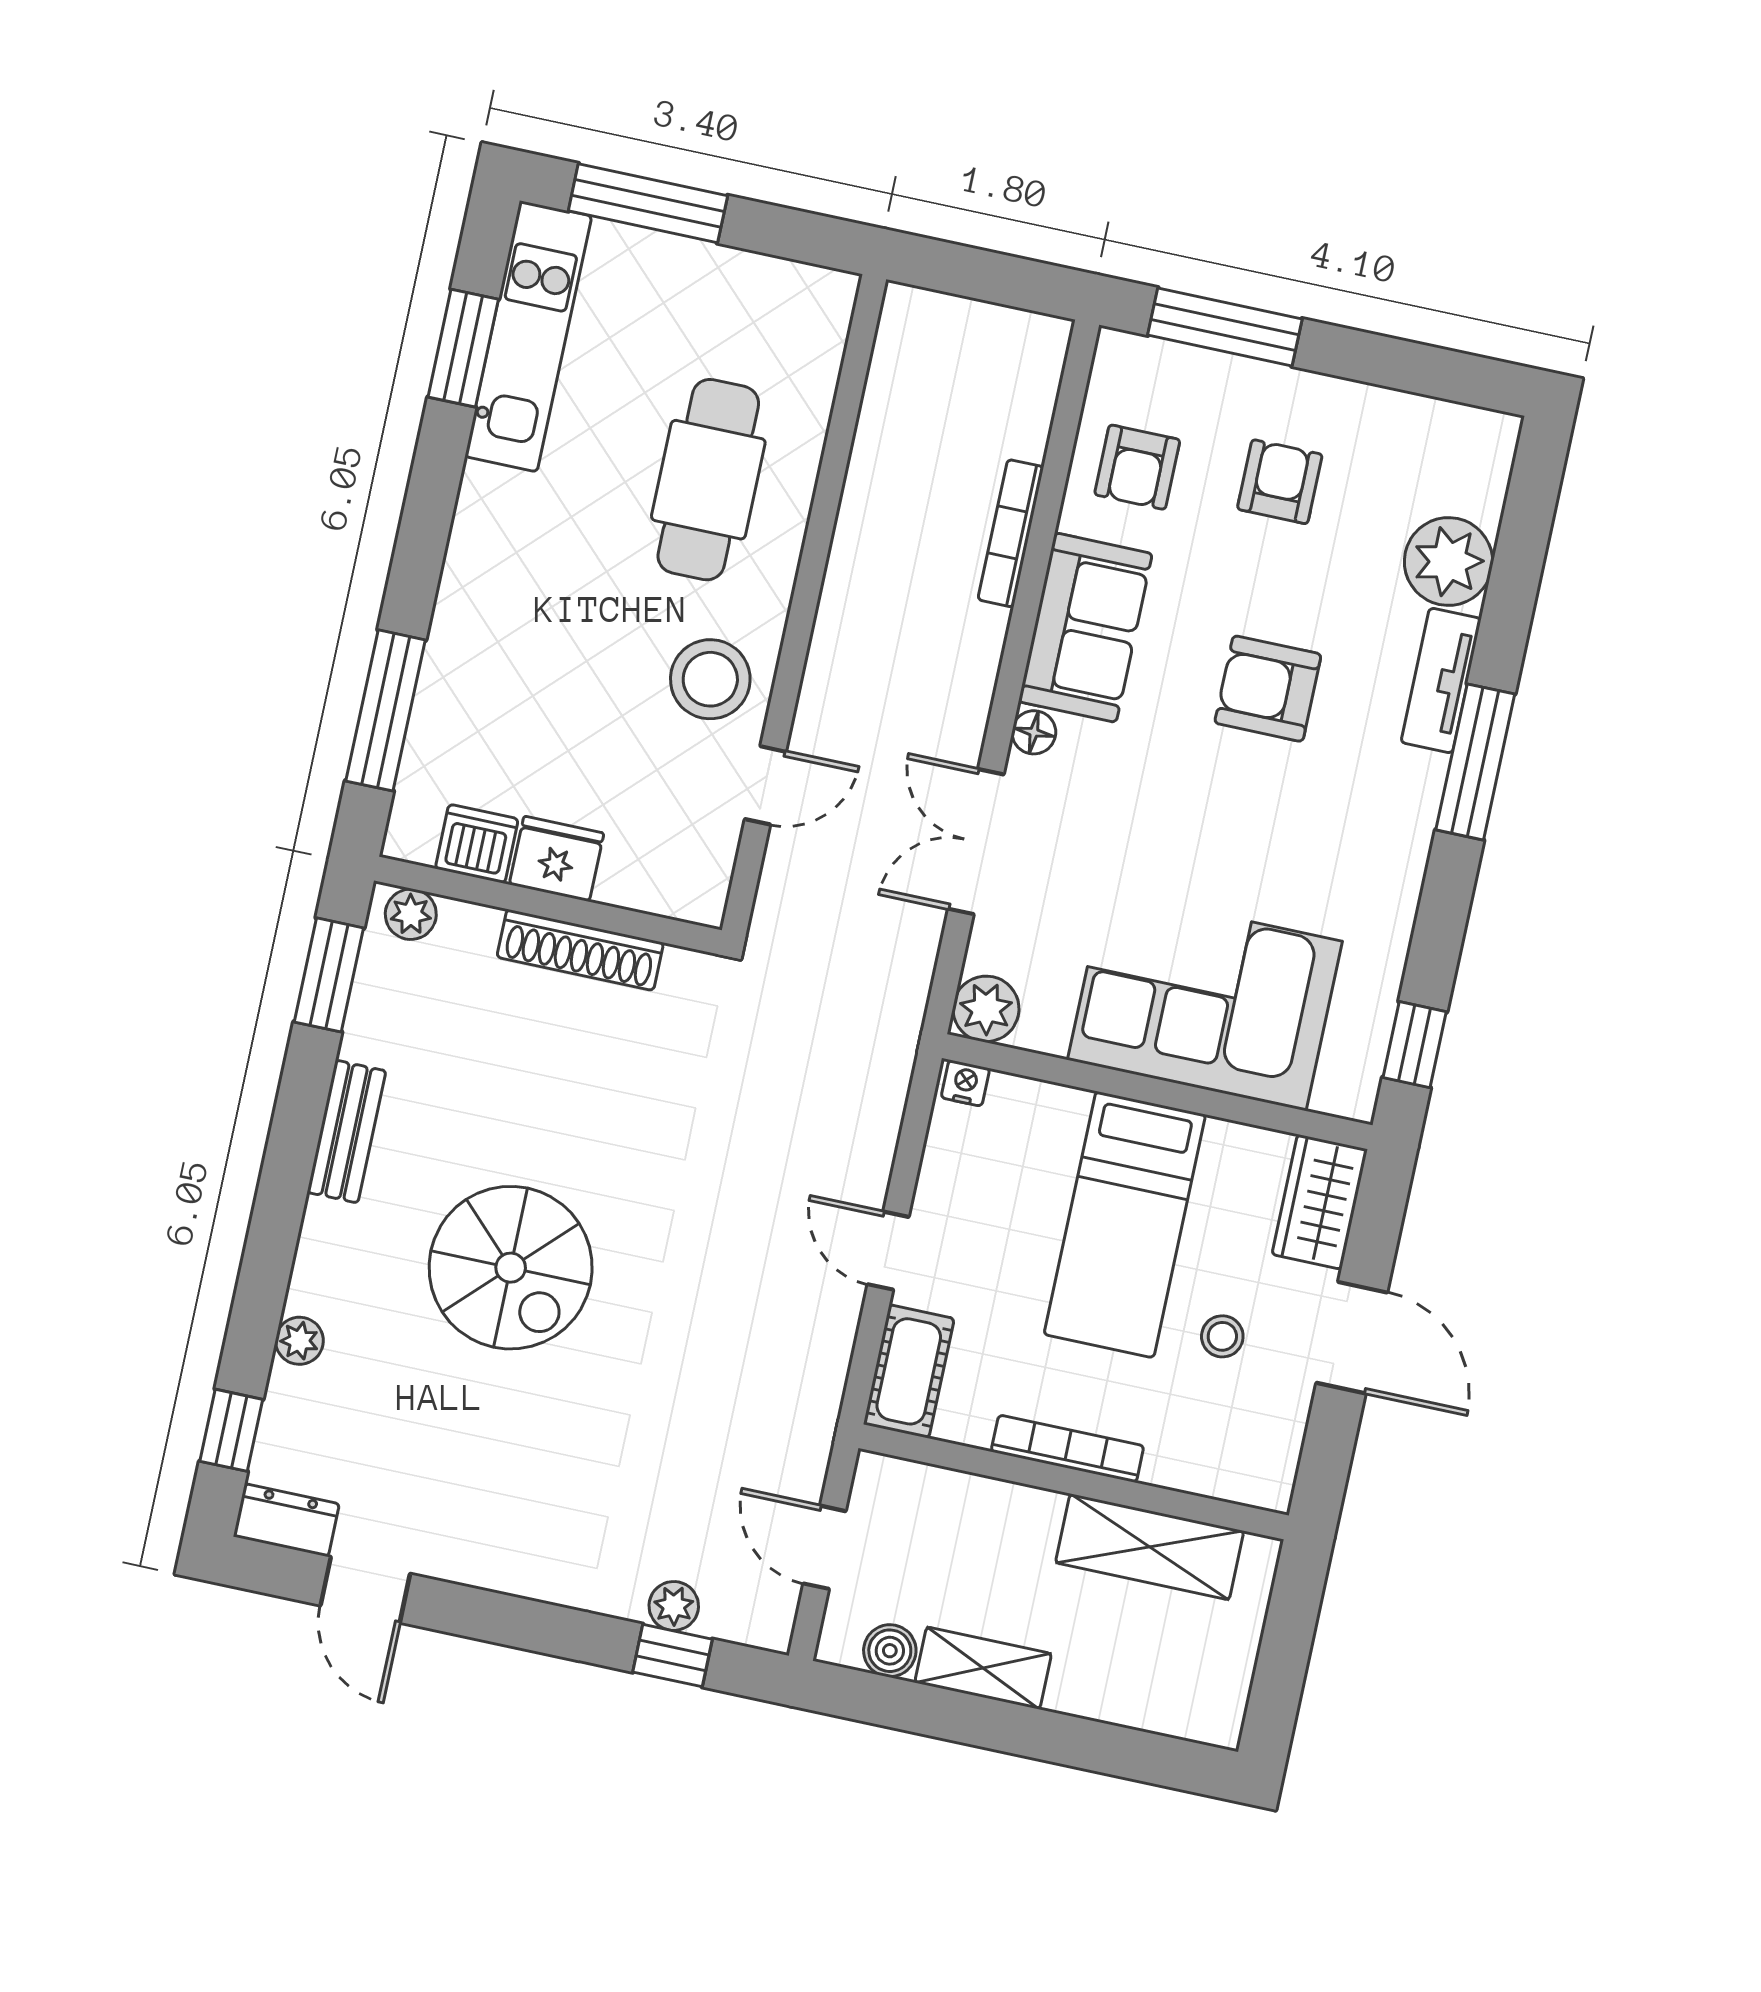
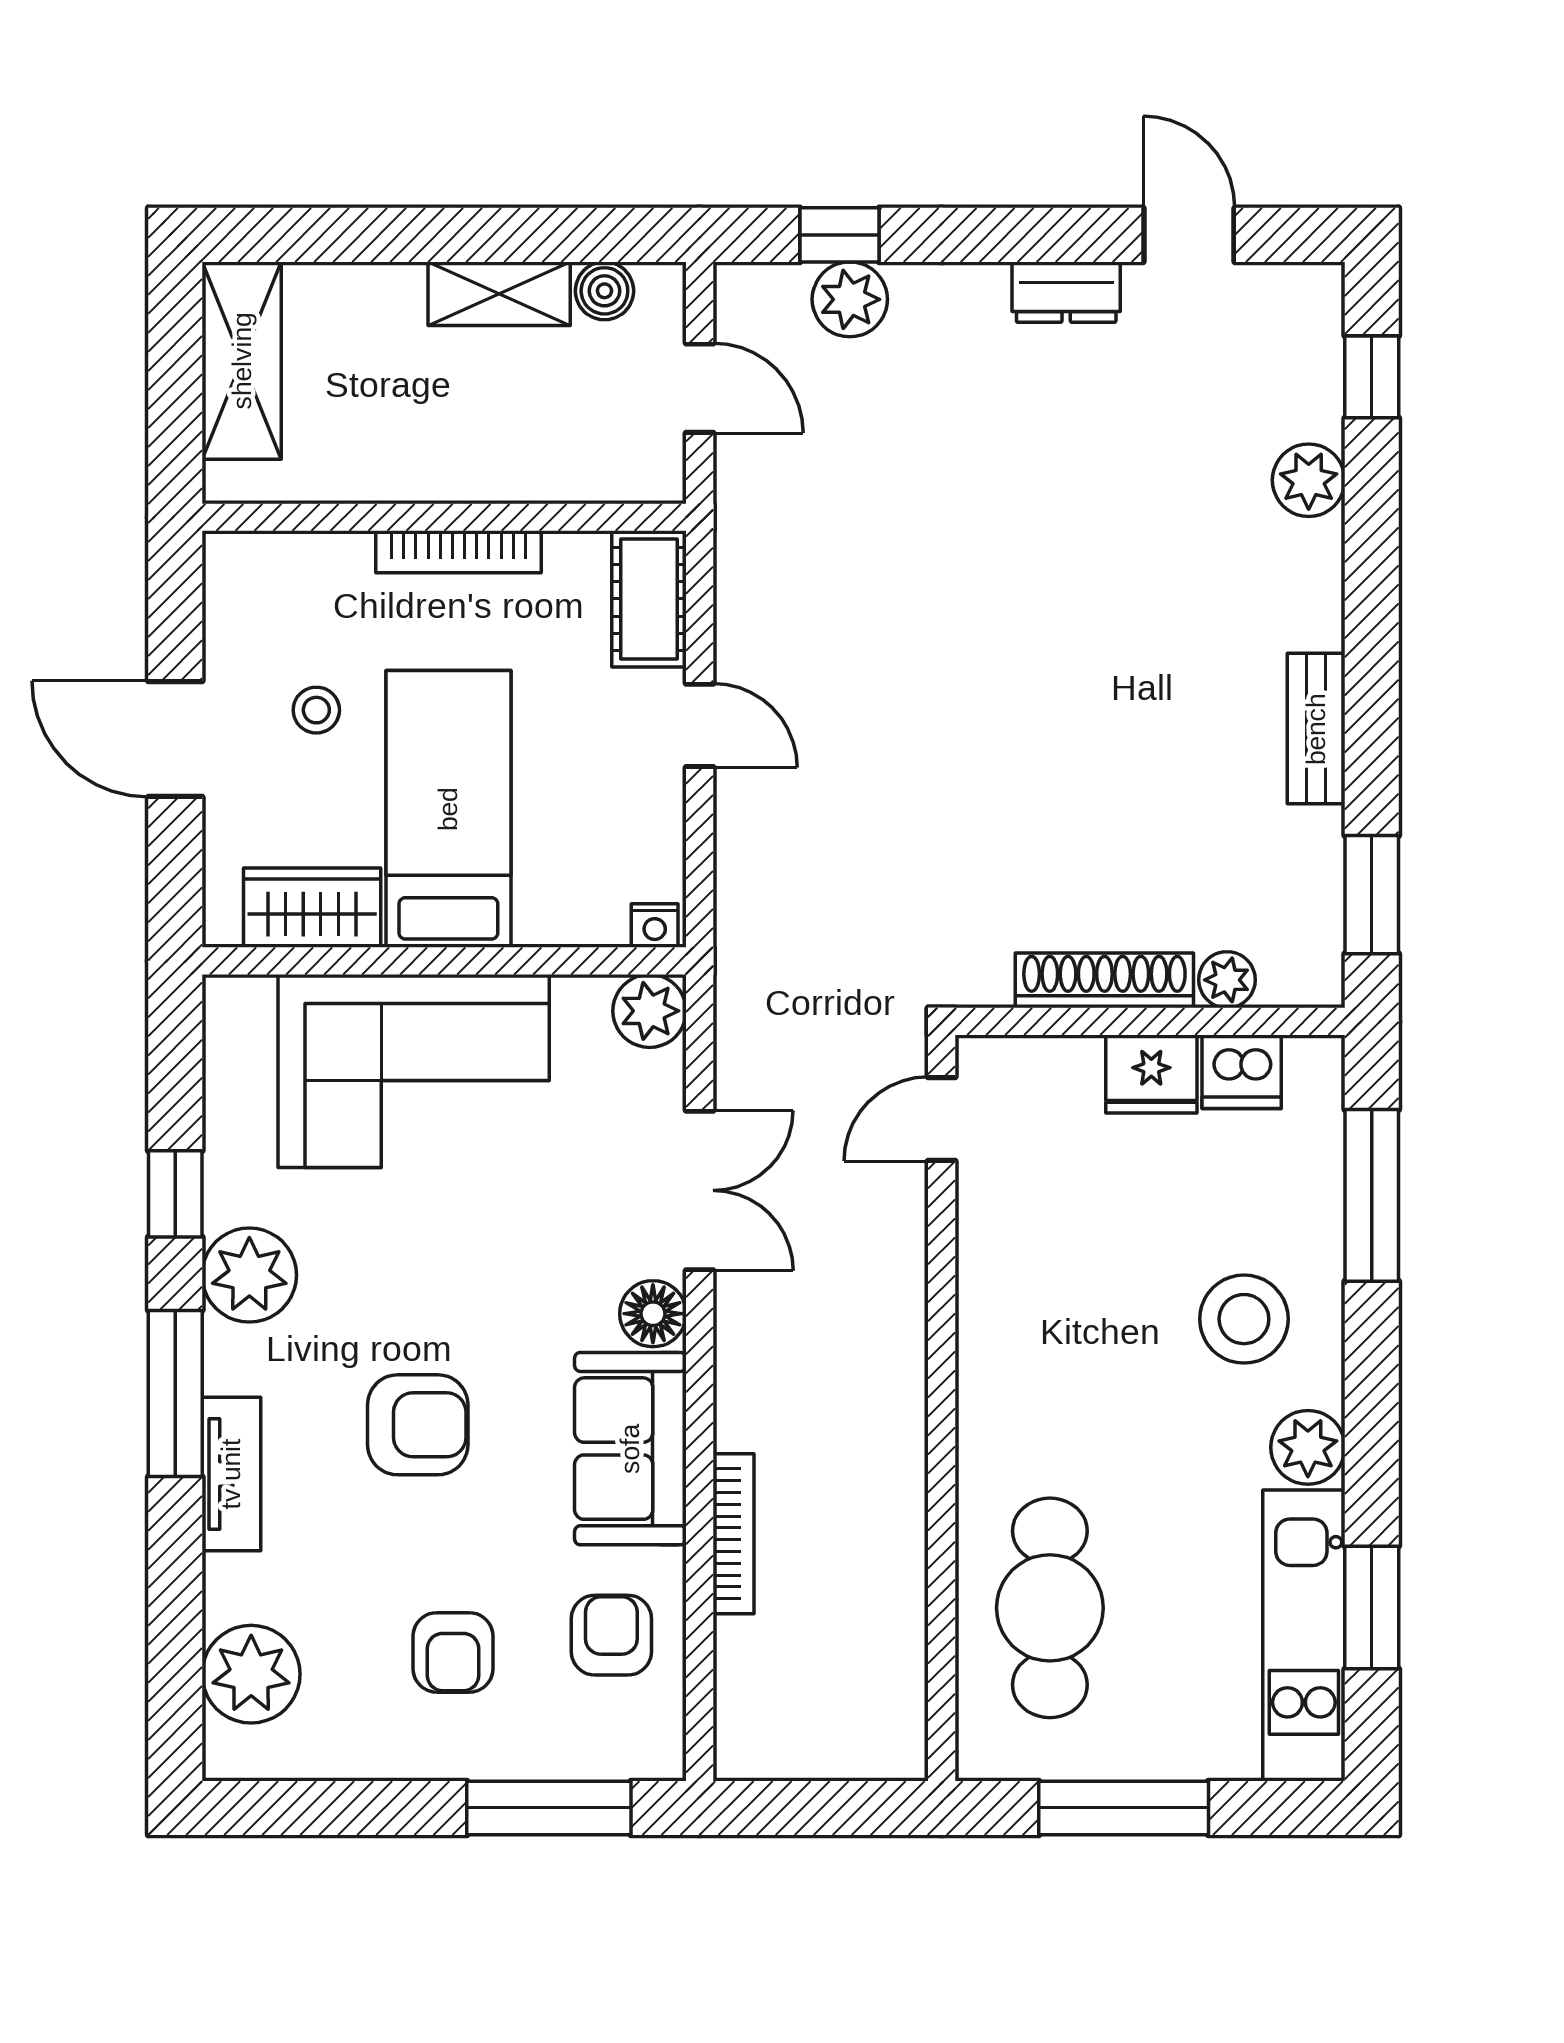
window: (648, 203) -> (1124, 1808), moved
cafe table: (708, 480) -> (1050, 1608), moved
plant: (489, 501) -> (1308, 1447), added
plant: (1448, 561) -> (251, 1674), moved
stool: (710, 679) -> (1244, 1319), moved
floor lamp: (1034, 732) -> (653, 1314), width x1.37, depth x1.37
door: (765, 785) -> (942, 1119), moved
plant: (1388, 852) -> (249, 1275), added
plant: (411, 914) -> (1227, 980), moved
window: (1415, 1045) -> (175, 1194), moved
wardrobe: (1320, 1202) -> (312, 908), moved, turned -90
spiral stairs: (511, 1268) -> (1106, 619), removed
plant: (299, 1341) -> (1309, 480), width x1.38, depth x1.38
dresser: (286, 1520) -> (1066, 292), moved
shelving: (1150, 1547) -> (242, 361), moved, turned 90
plant: (674, 1606) -> (850, 299), width x1.38, depth x1.38

